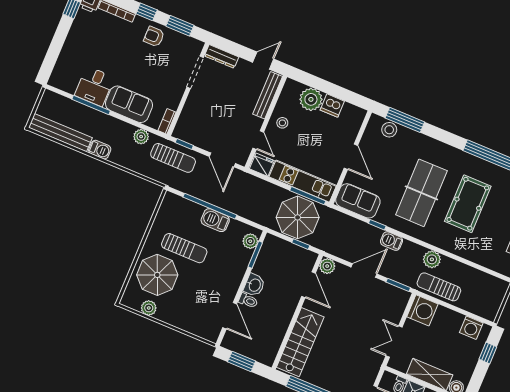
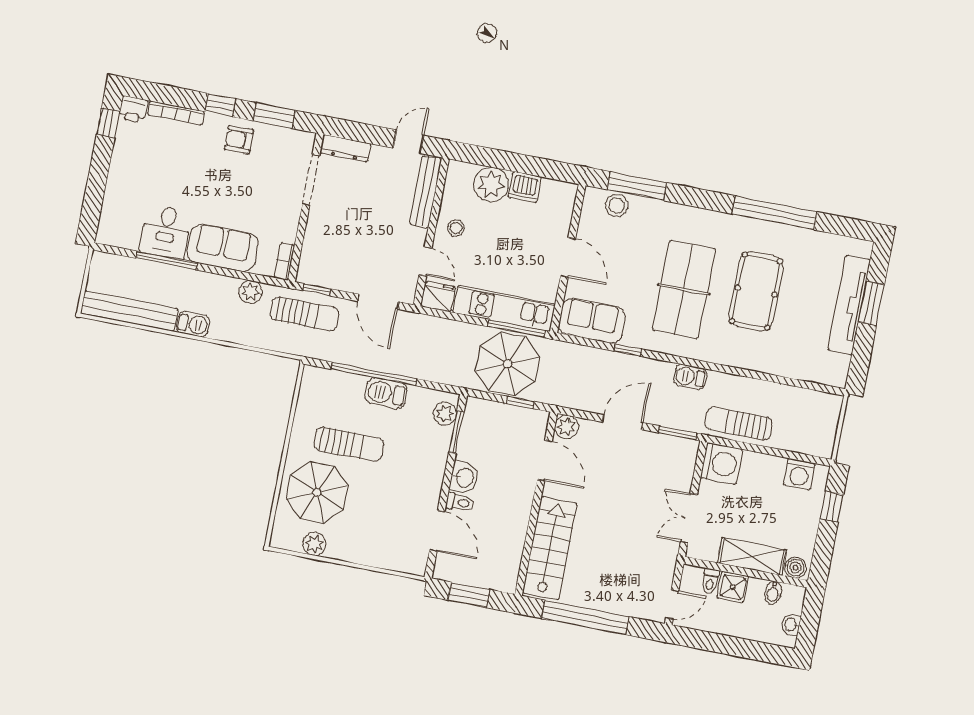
barbecue: (392, 241) -> (690, 377), moved
plant: (432, 259) -> (720, 385), removed

